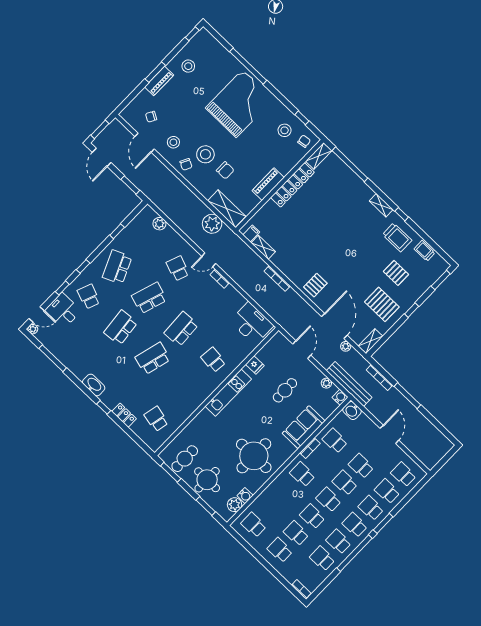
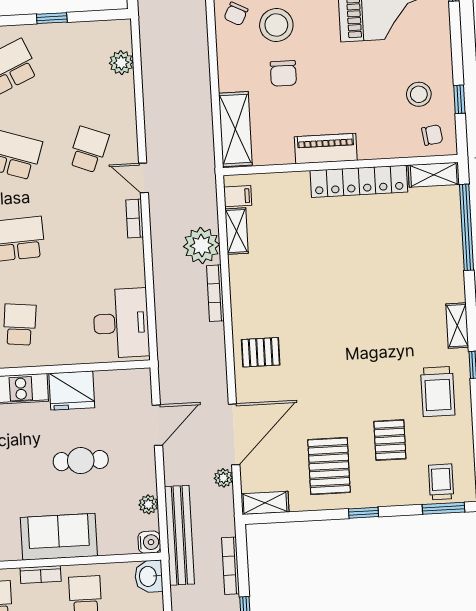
plant: (212, 224) -> (202, 246), moved
trolley: (425, 251) -> (441, 482), moved
fridge: (255, 365) -> (72, 390), width x1.88, depth x1.34

